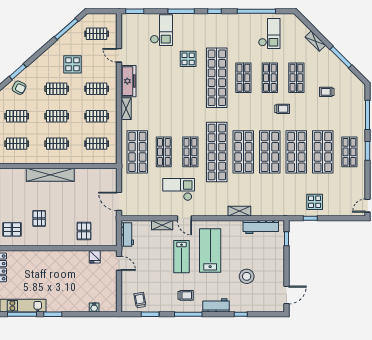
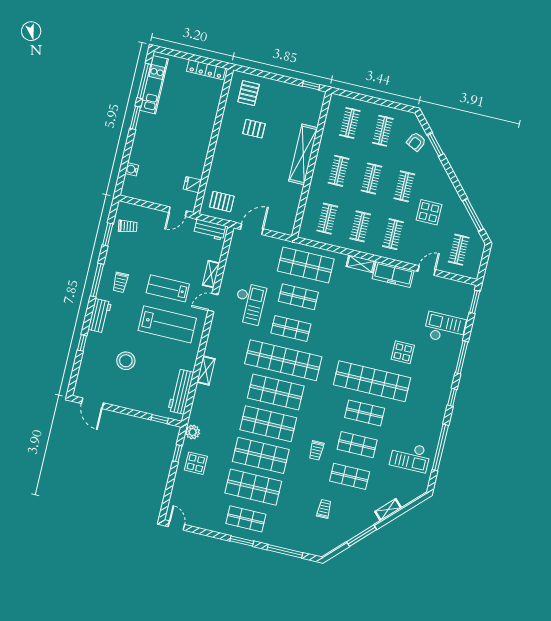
checkout: (161, 30) -> (445, 328), turned 180
plant: (291, 210) -> (193, 432), added
pallet: (84, 231) -> (222, 202), moved

